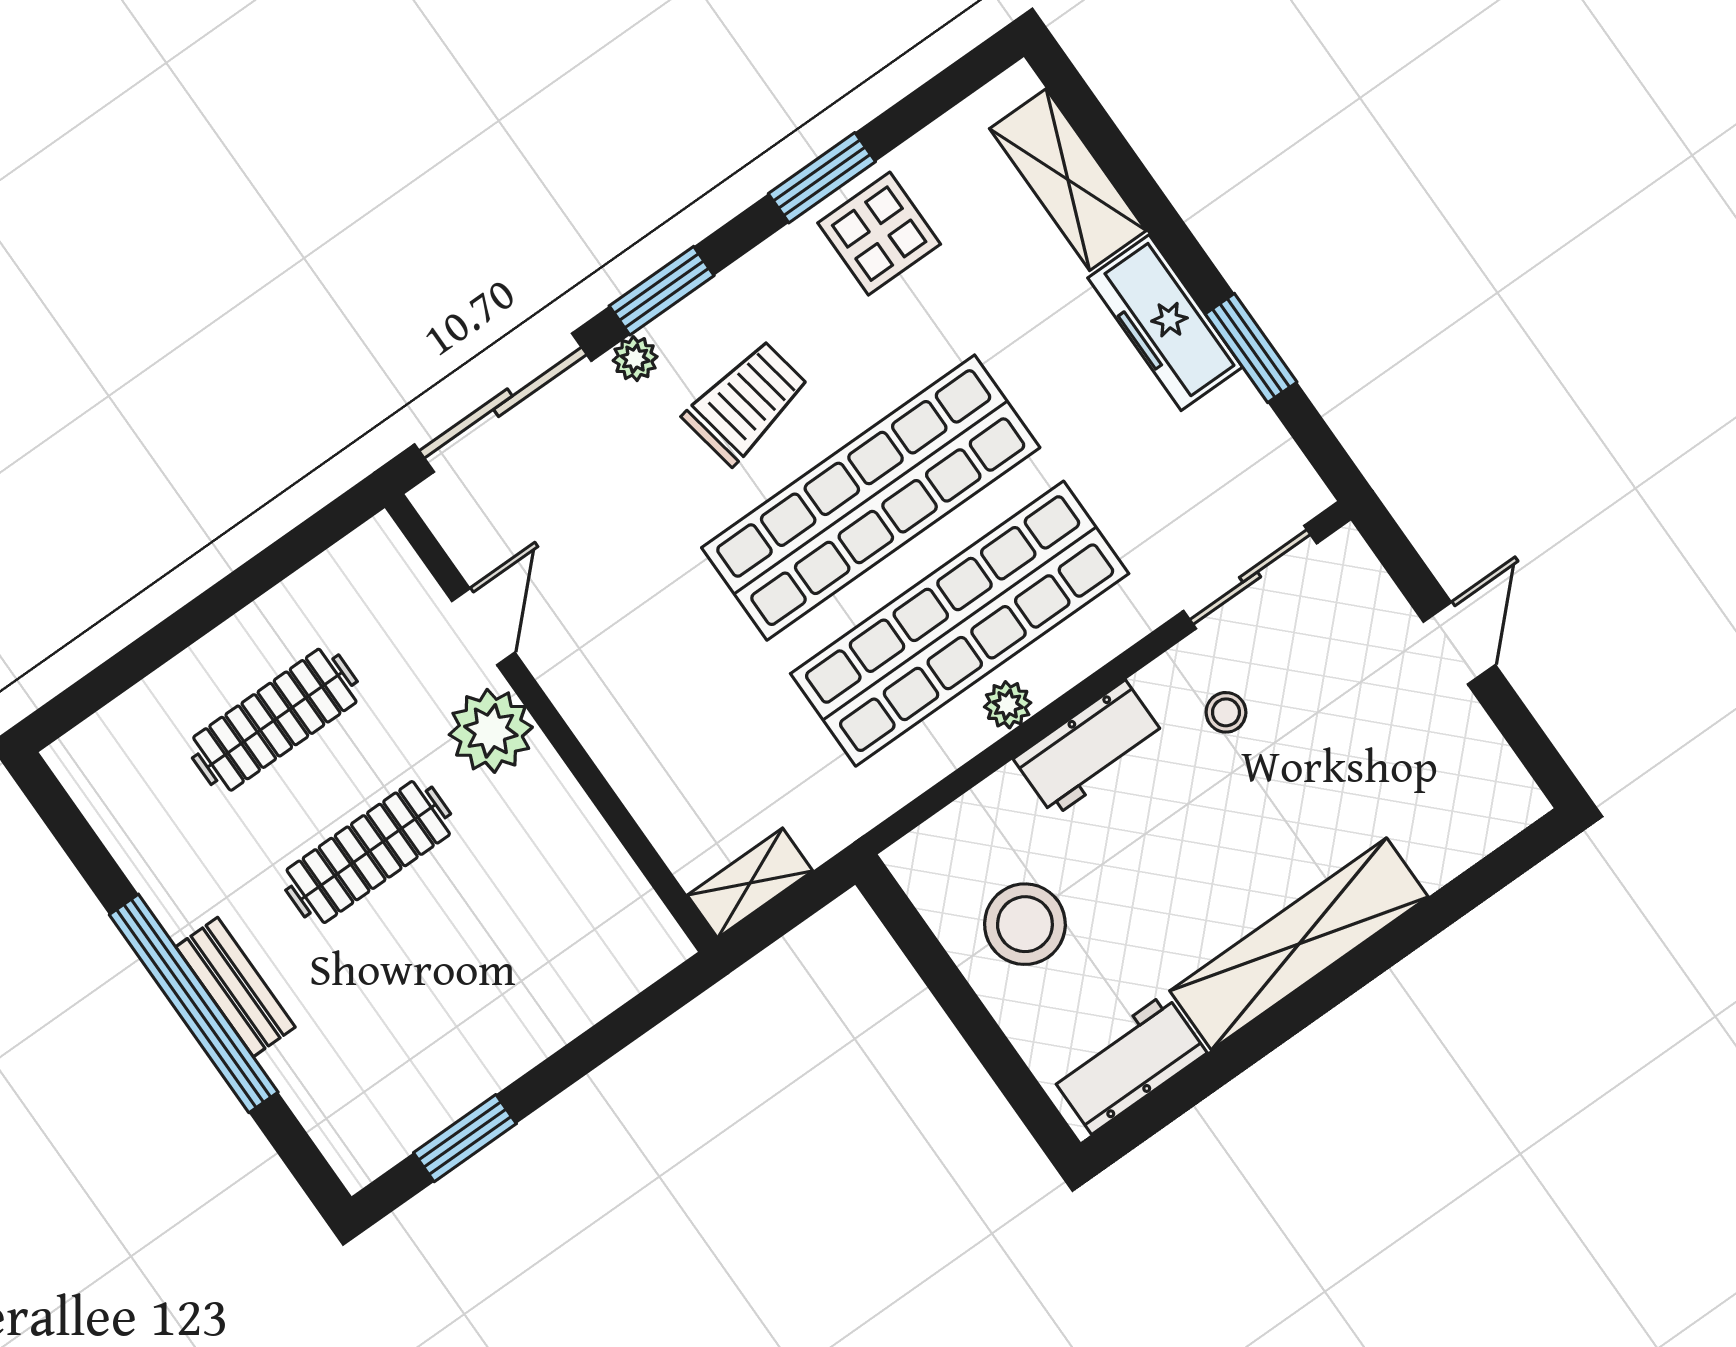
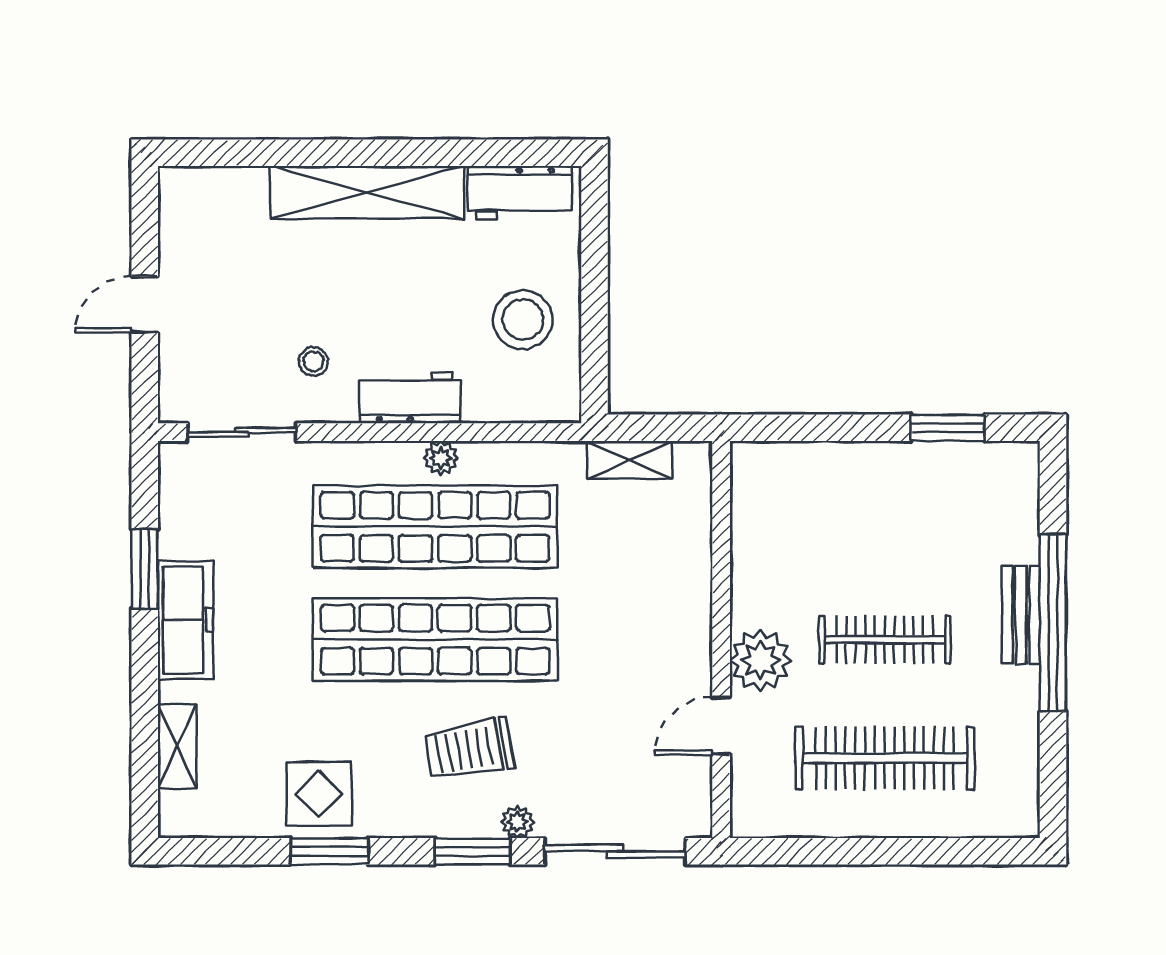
shelving: (1068, 180) -> (177, 746), width x0.67, depth x0.75
clothes rail: (275, 720) -> (885, 758), width x1.37, depth x1.31
shelving: (750, 883) -> (630, 460), moved

